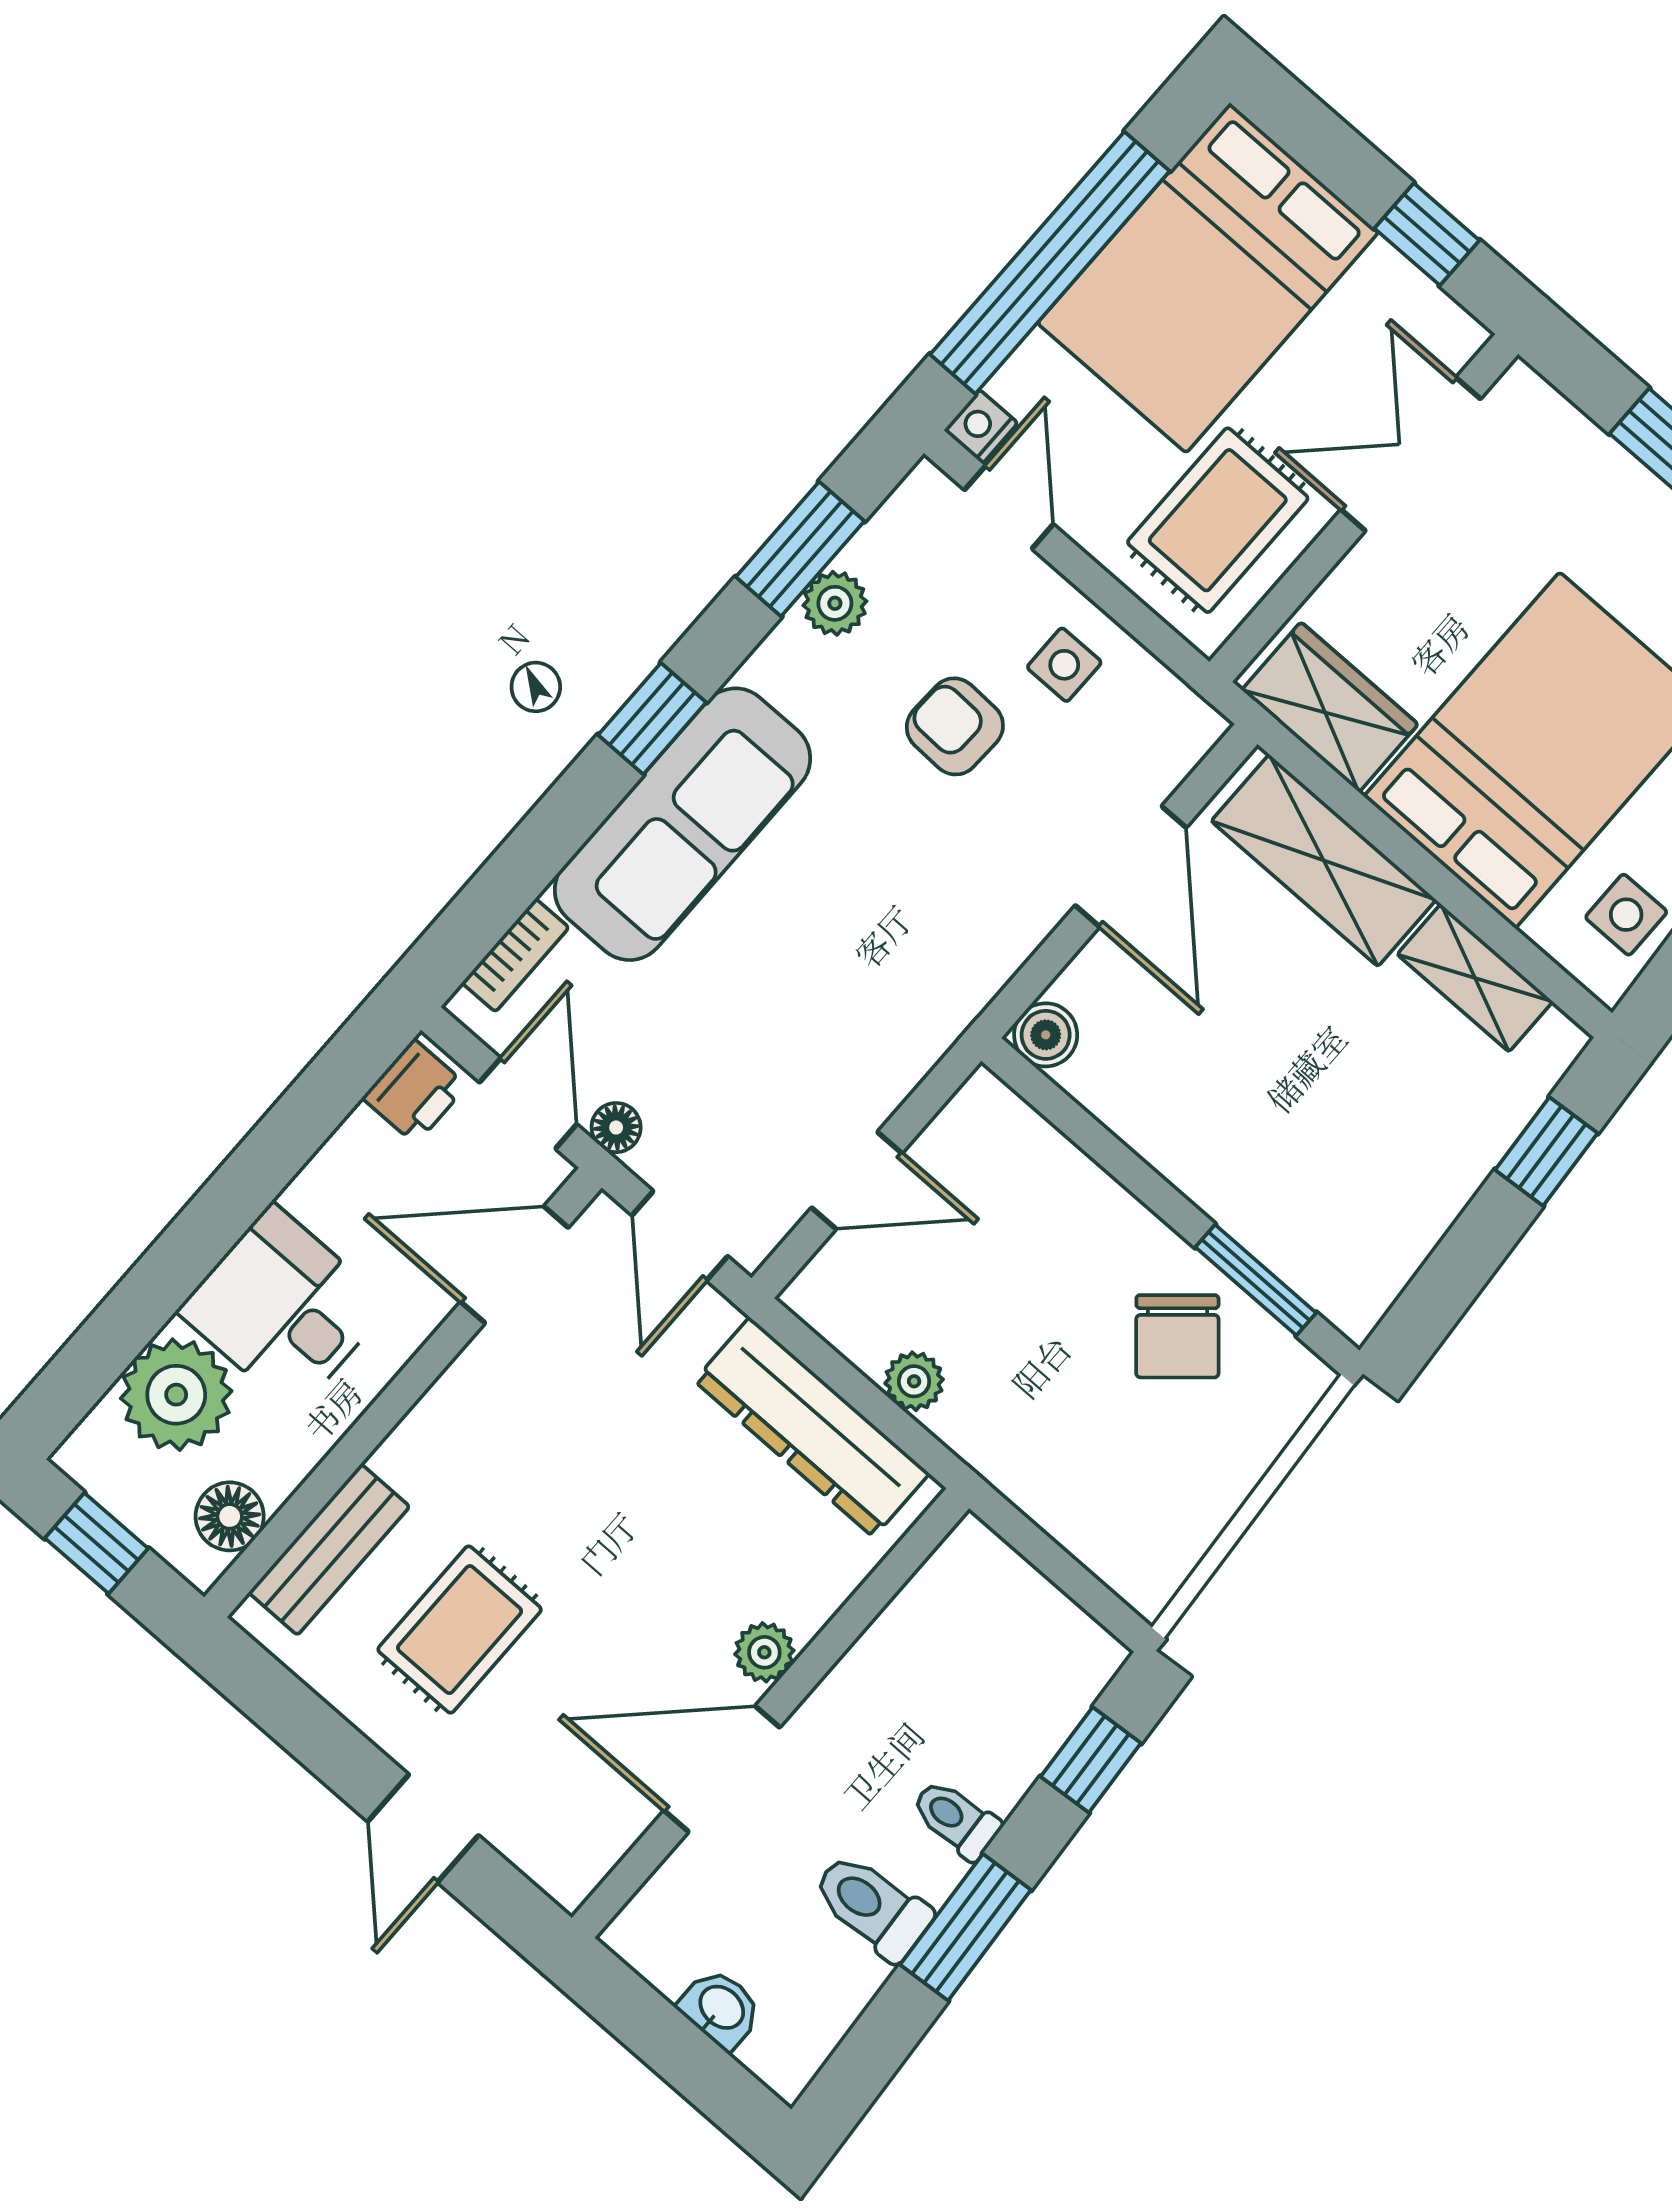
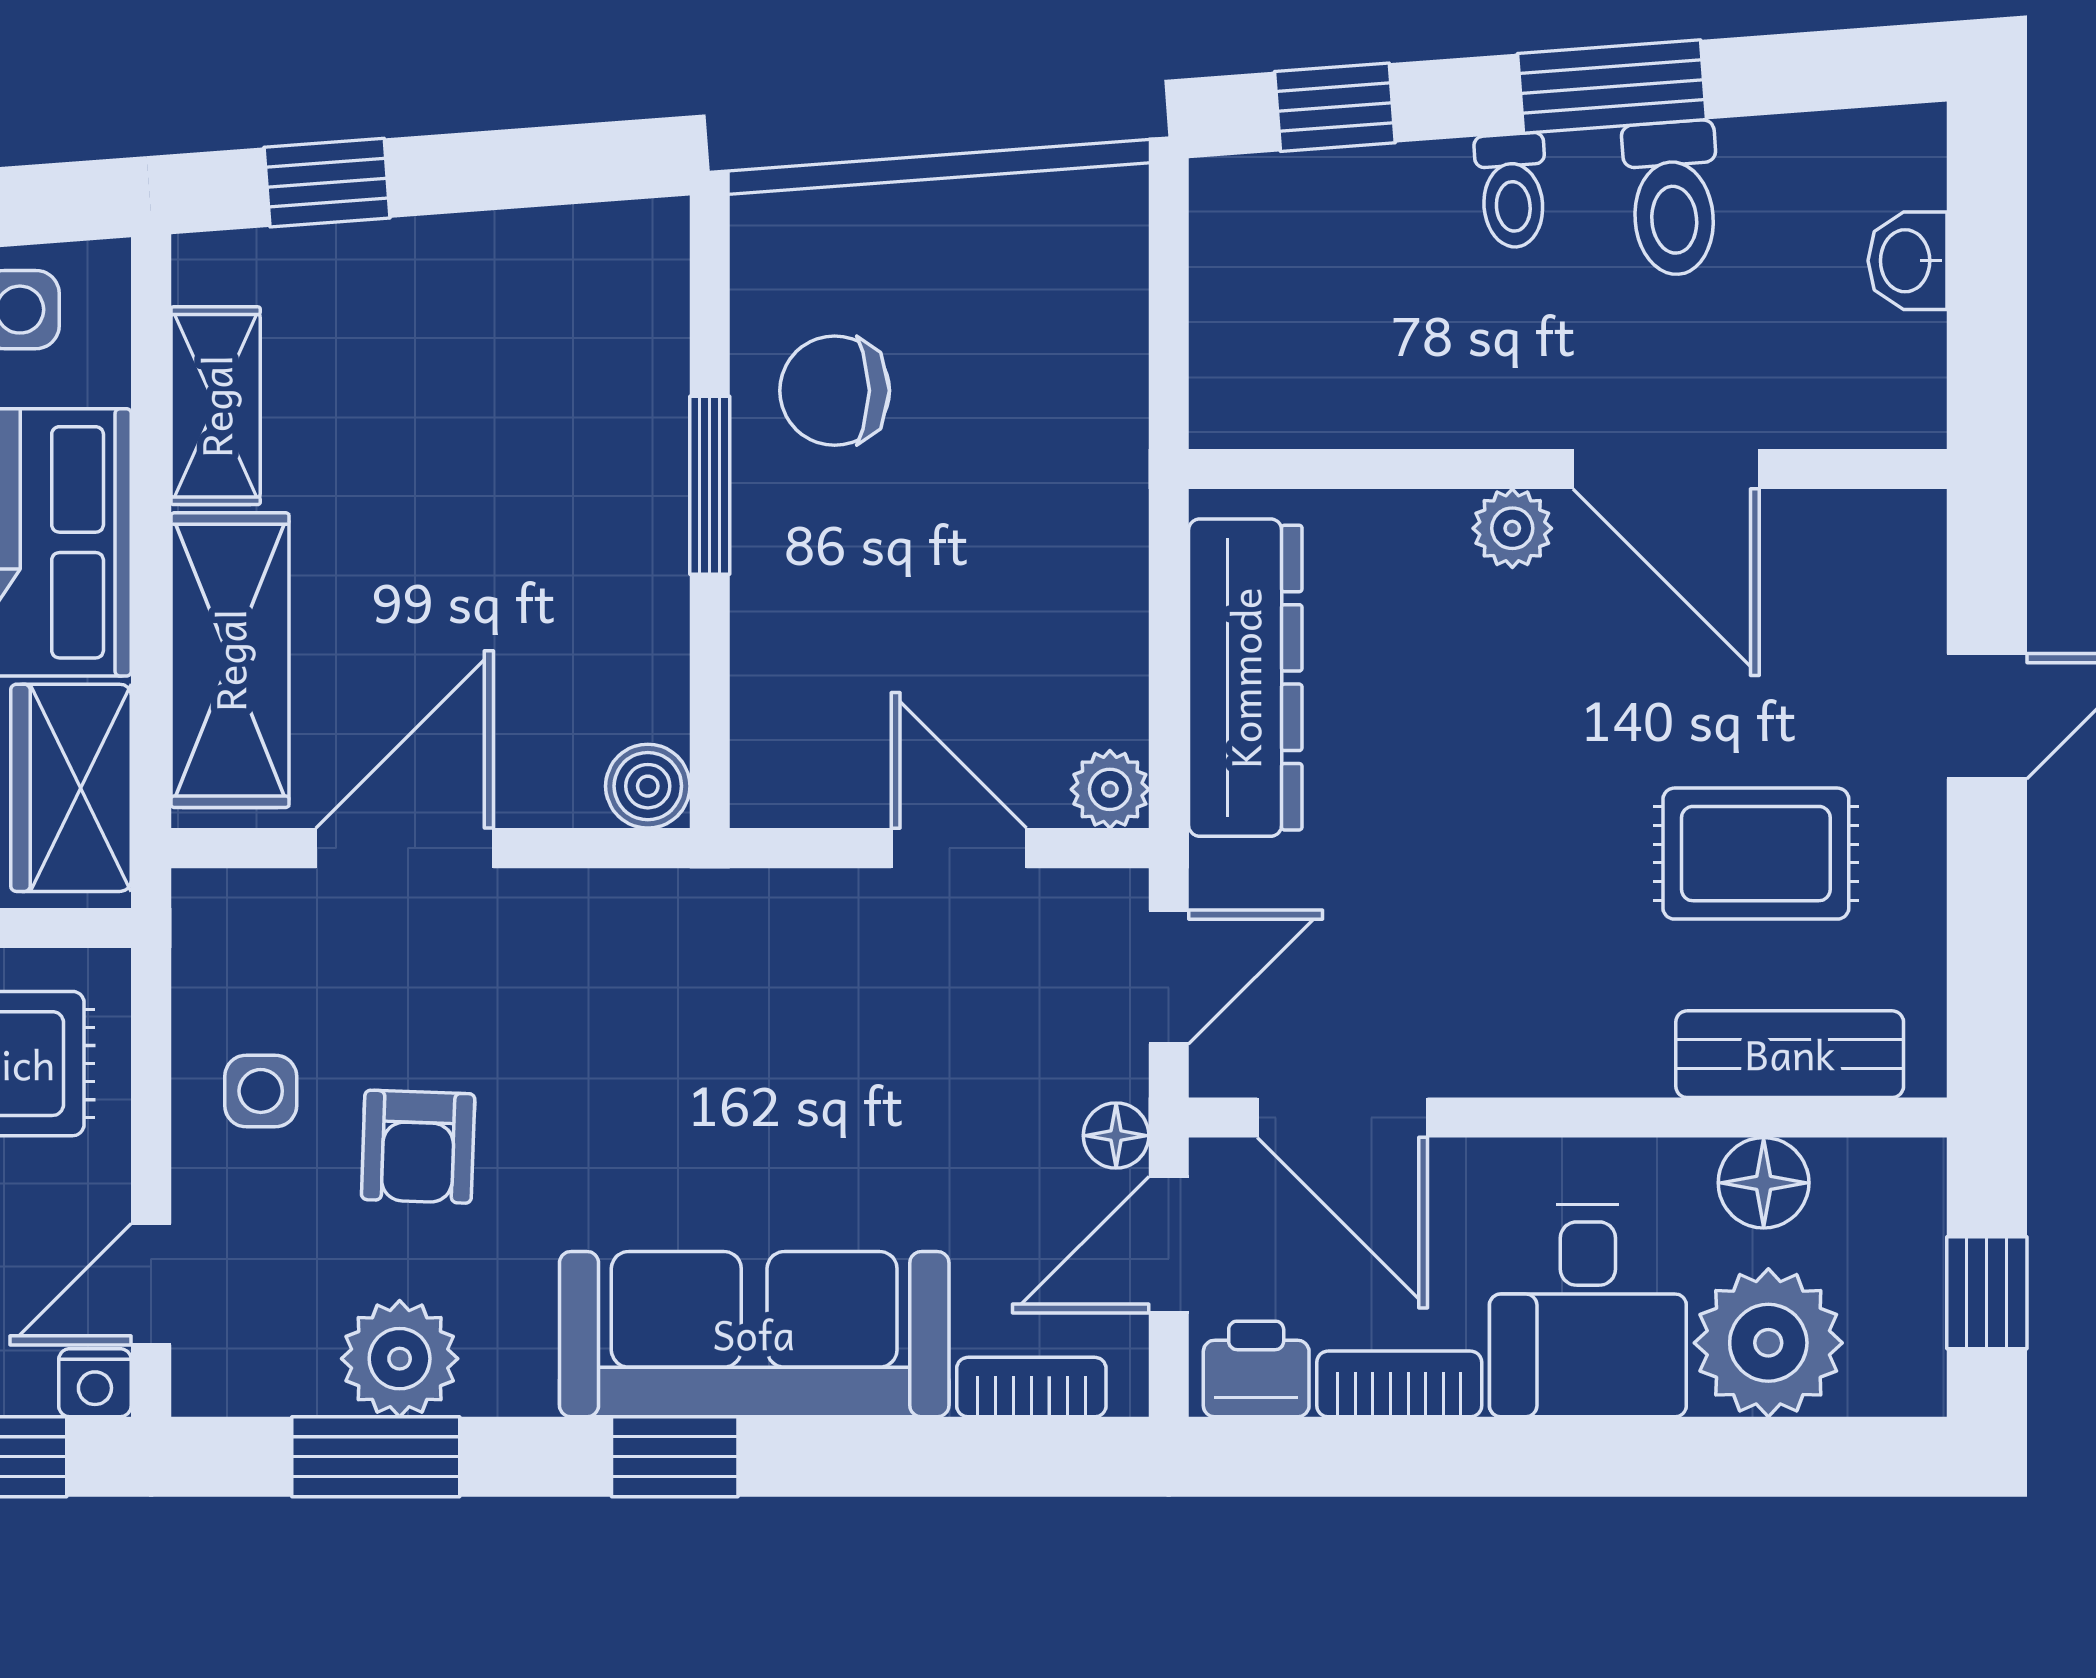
plant: (835, 603) -> (400, 1359), width x1.38, depth x1.38
bookcase: (335, 1165) -> (1399, 1384), added
window: (1256, 1280) -> (710, 485), moved
chair: (1177, 1336) -> (835, 391), turned -139
plant: (914, 1381) -> (1110, 789), moved
floor lamp: (230, 1516) -> (1764, 1183), moved

